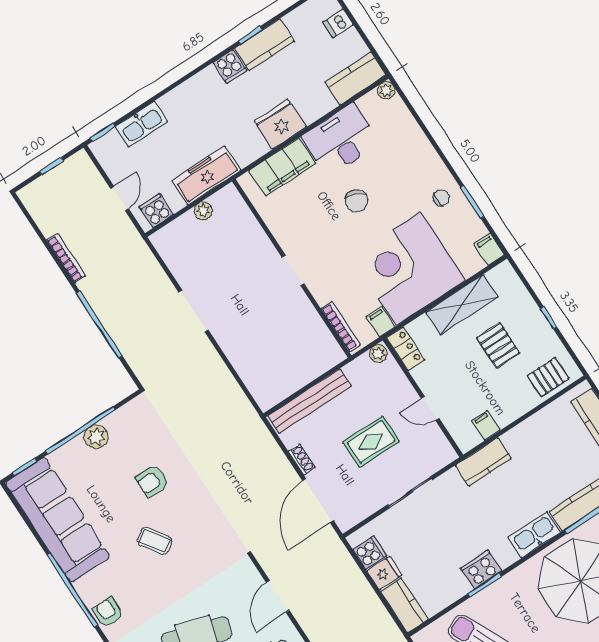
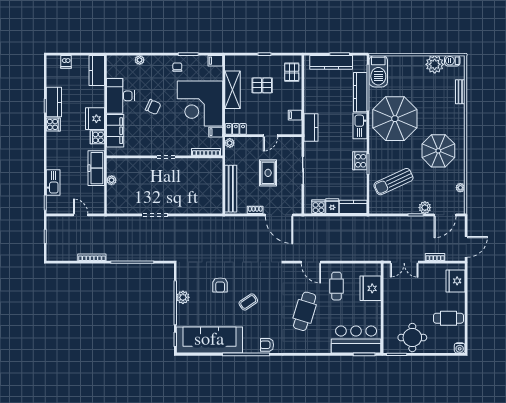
plant: (386, 90) -> (140, 60), moved
cooker: (156, 211) -> (97, 137), moved

